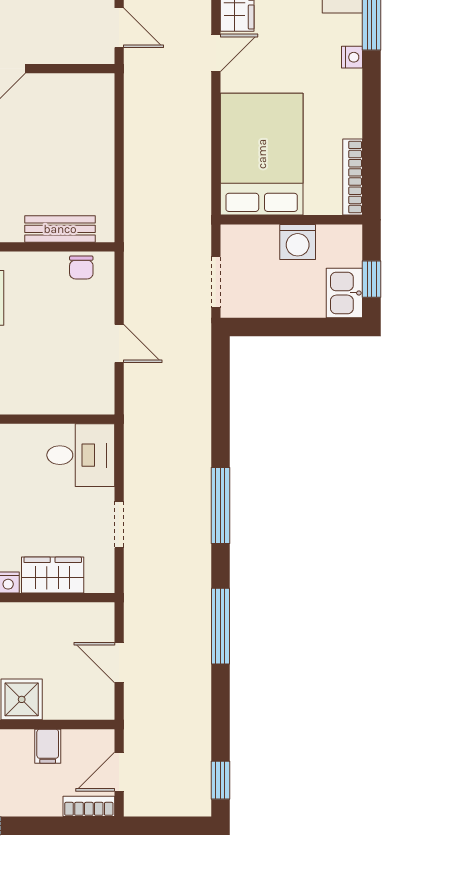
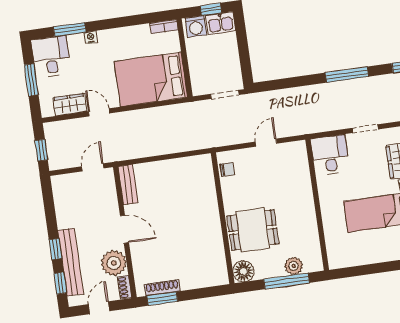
bookcase: (353, 177) -> (164, 27), width x0.64
bench: (60, 229) -> (128, 185), moved
washing machine: (298, 242) -> (196, 26), moved, turned 90

